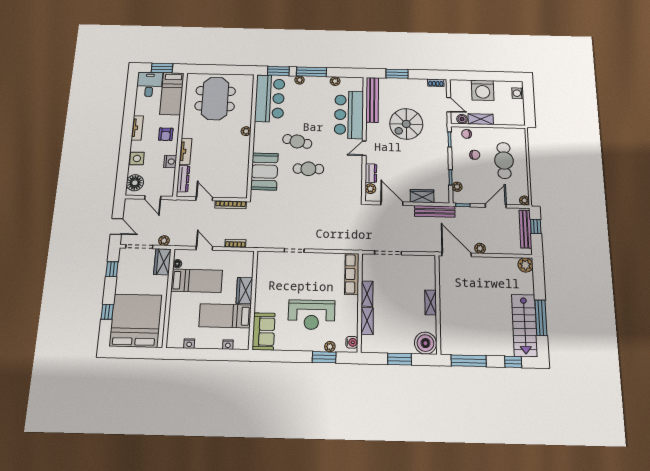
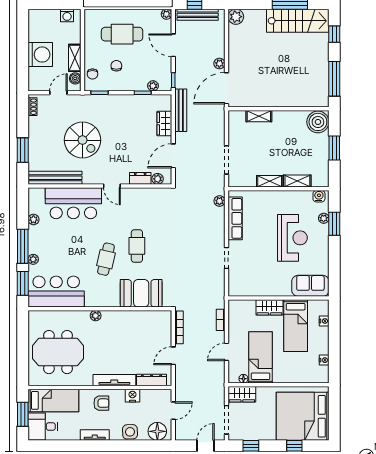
washing machine: (518, 93) -> (67, 15), moved
tv unit: (185, 151) -> (114, 380), width x1.41
plant: (164, 241) -> (219, 201), moved
row of seats: (352, 274) -> (235, 218), moved, turned -90
shelving: (431, 302) -> (259, 116), moved

